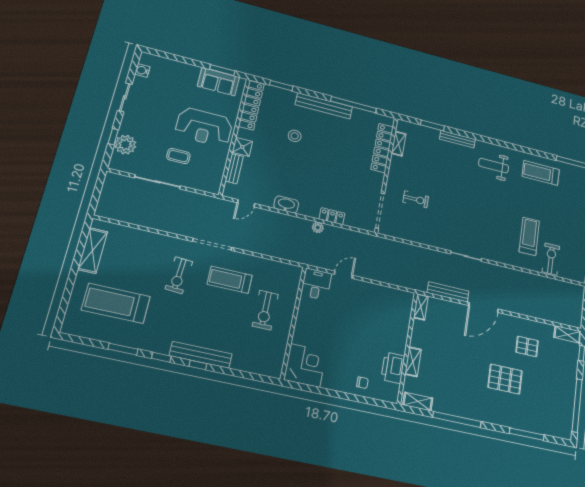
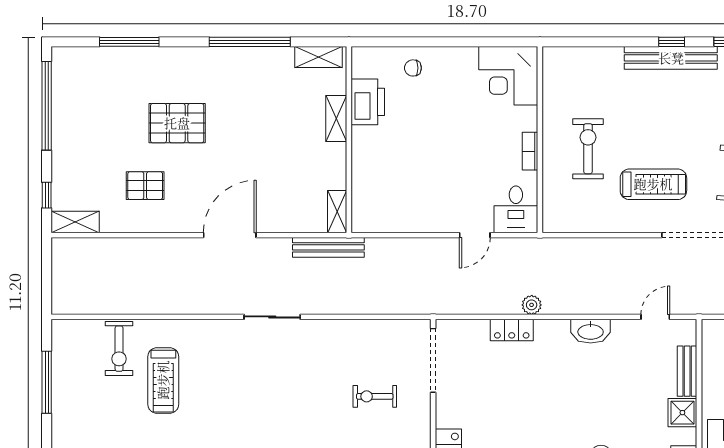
bench: (448, 292) -> (328, 247), moved
bookcase: (301, 317) -> (530, 151), added

